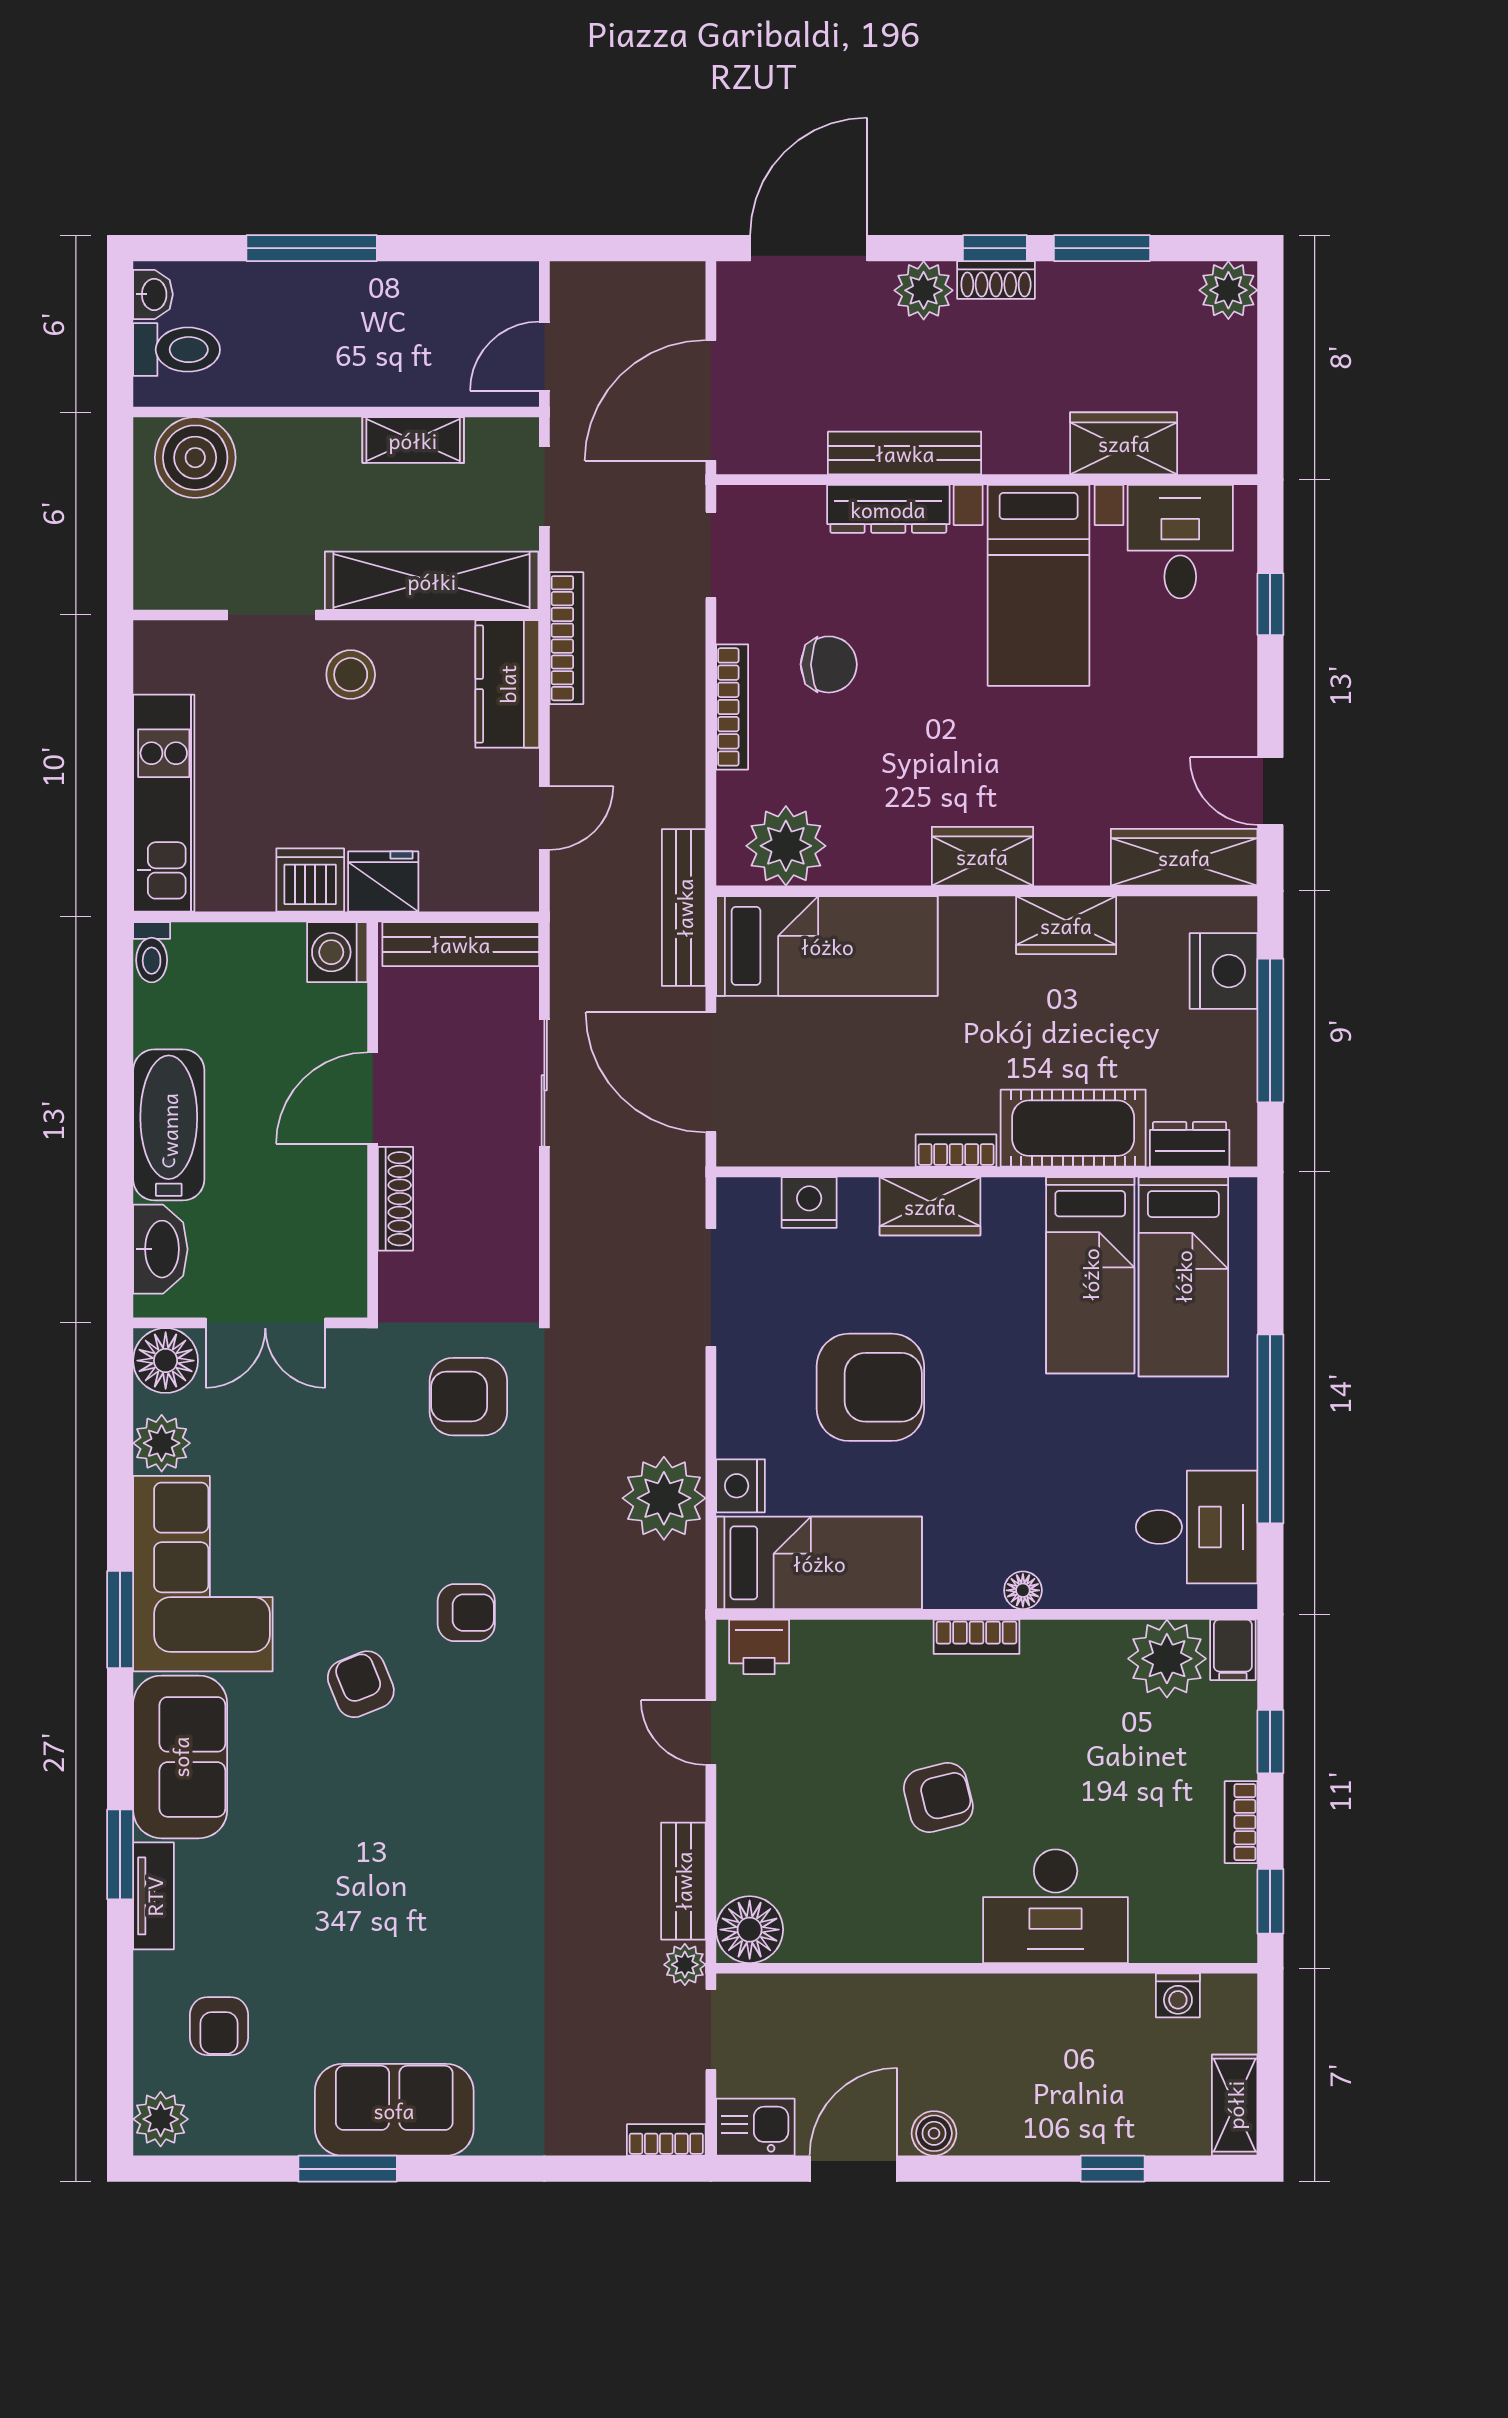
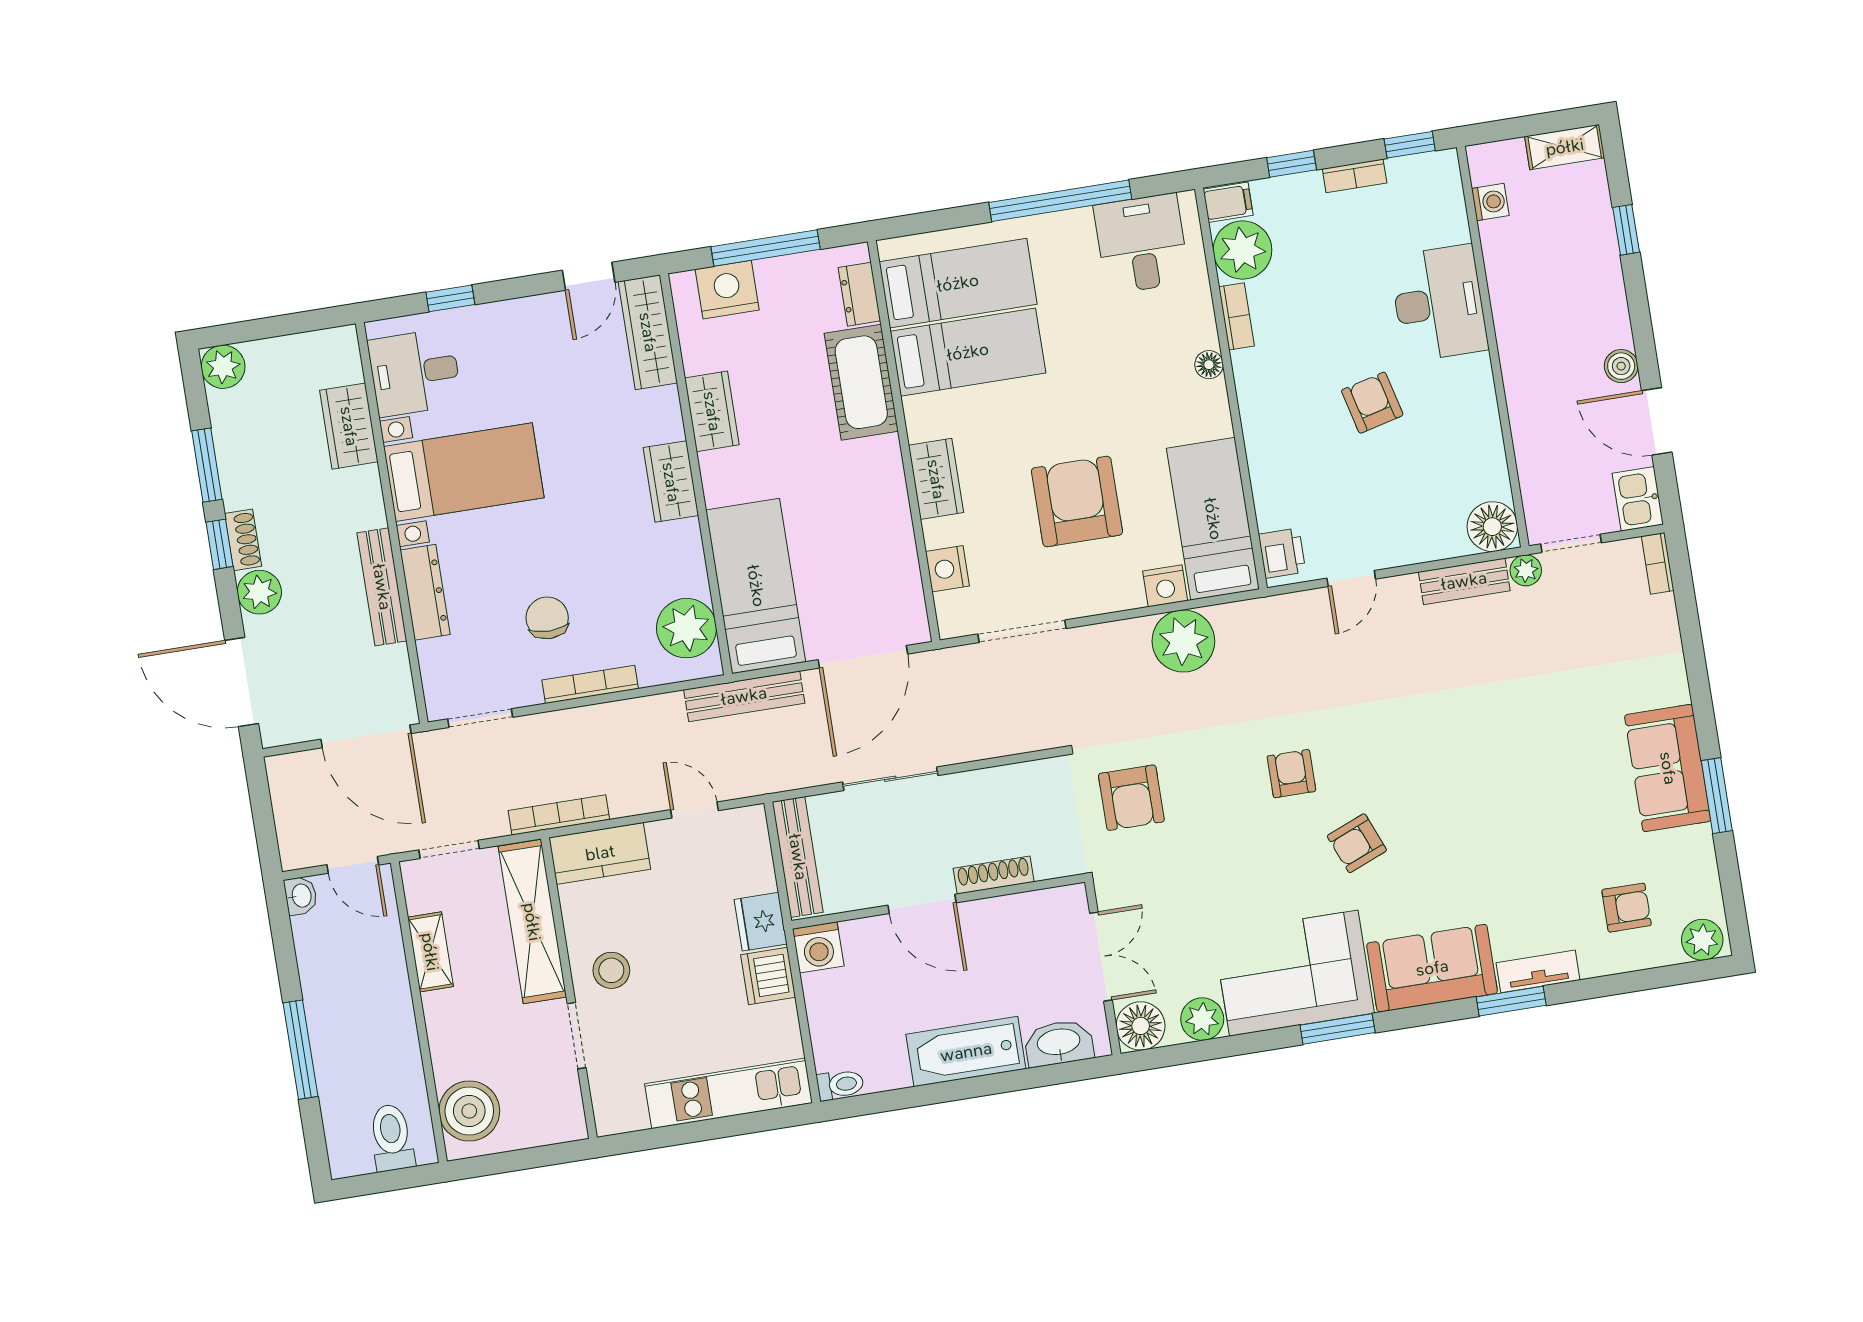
washbasin: (153, 294) -> (301, 896), moved, turned 90
bookcase: (956, 1151) -> (892, 466), removed
bookcase: (976, 1637) -> (1236, 316), moved

